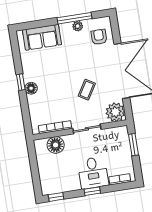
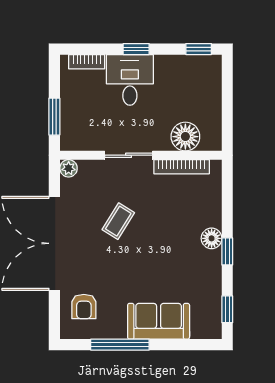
plant: (78, 26) -> (117, 330), removed
sofa: (42, 37) -> (159, 321), moved
window: (15, 49) -> (227, 309), added
plant: (115, 112) -> (69, 168), width x0.53, depth x0.53

